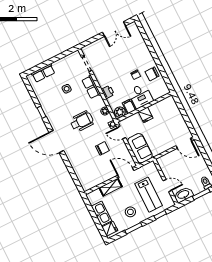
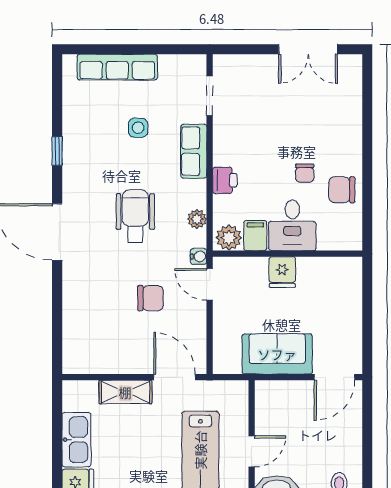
row of seats: (43, 73) -> (117, 67), width x1.48
wheelchair: (82, 121) -> (135, 216), turned -90
door: (184, 143) -> (334, 377), hinge flipped
sofa: (140, 148) -> (277, 354), moved, turned -90
door: (167, 186) -> (252, 451), hinge flipped
stool: (130, 212) -> (142, 468), removed

